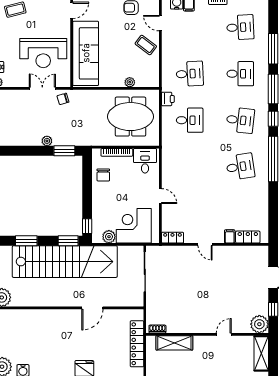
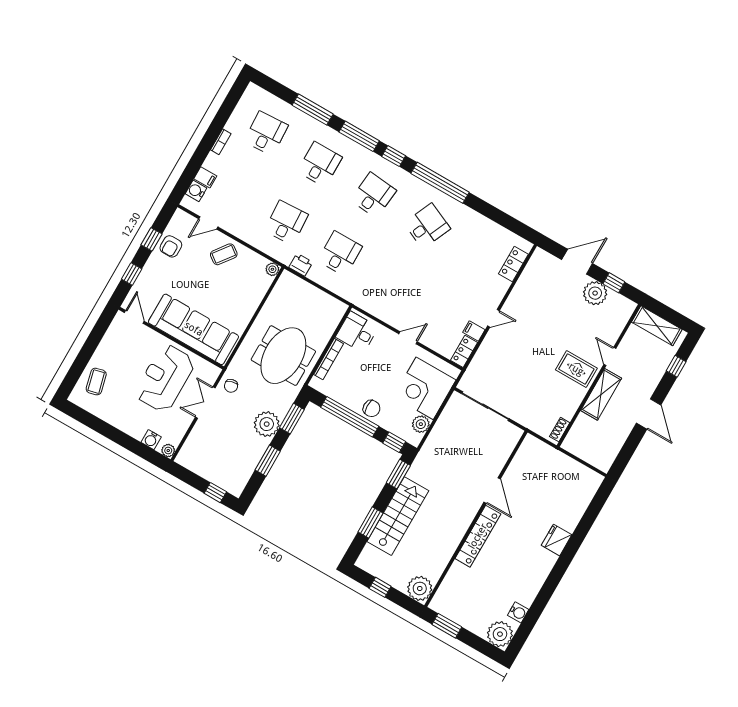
reception desk: (43, 53) -> (165, 378), turned 180
plant: (130, 82) -> (272, 269), moved
meeting table: (130, 117) -> (283, 356), moved
plant: (47, 141) -> (267, 424), width x1.87, depth x1.87
window: (28, 151) -> (268, 461), added
desk: (240, 167) -> (427, 226), turned 33
chair: (103, 175) -> (372, 408), moved
window: (87, 188) -> (350, 417), added
filing cabinet: (230, 236) -> (474, 331), moved
stairs: (65, 262) -> (398, 516), width x0.54, depth x0.66
rug: (203, 317) -> (576, 369), added
plant: (259, 324) -> (595, 293), moved
shelving: (174, 343) -> (601, 394), moved
locker: (137, 344) -> (478, 536), moved, turned -90

